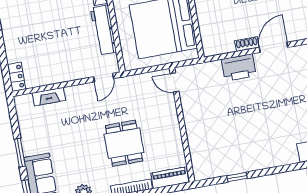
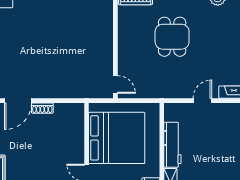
printer: (239, 67) -> (54, 88), removed
door: (103, 78) -> (202, 101), moved

